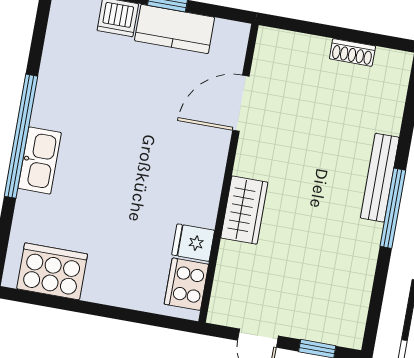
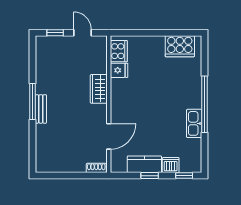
shoe rack: (352, 52) -> (96, 168), moved
kitchen sink: (40, 160) -> (194, 123), moved
bench: (380, 178) -> (41, 109), width x0.73

